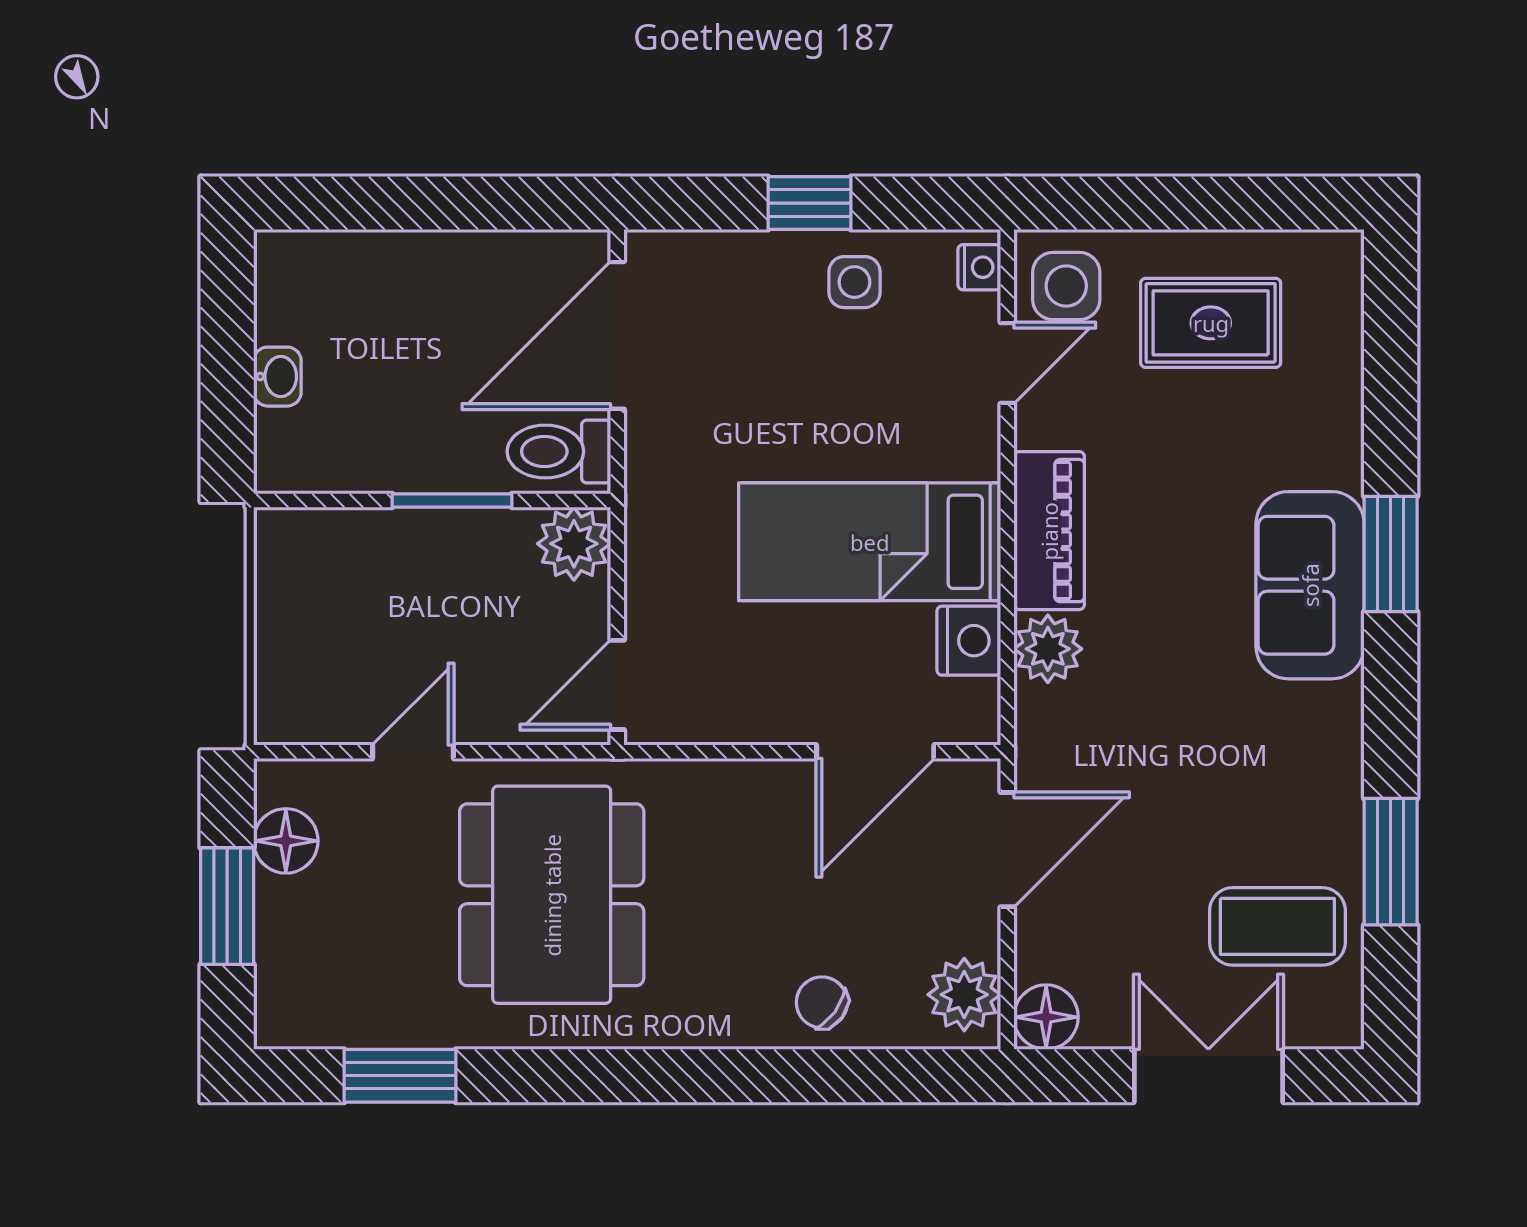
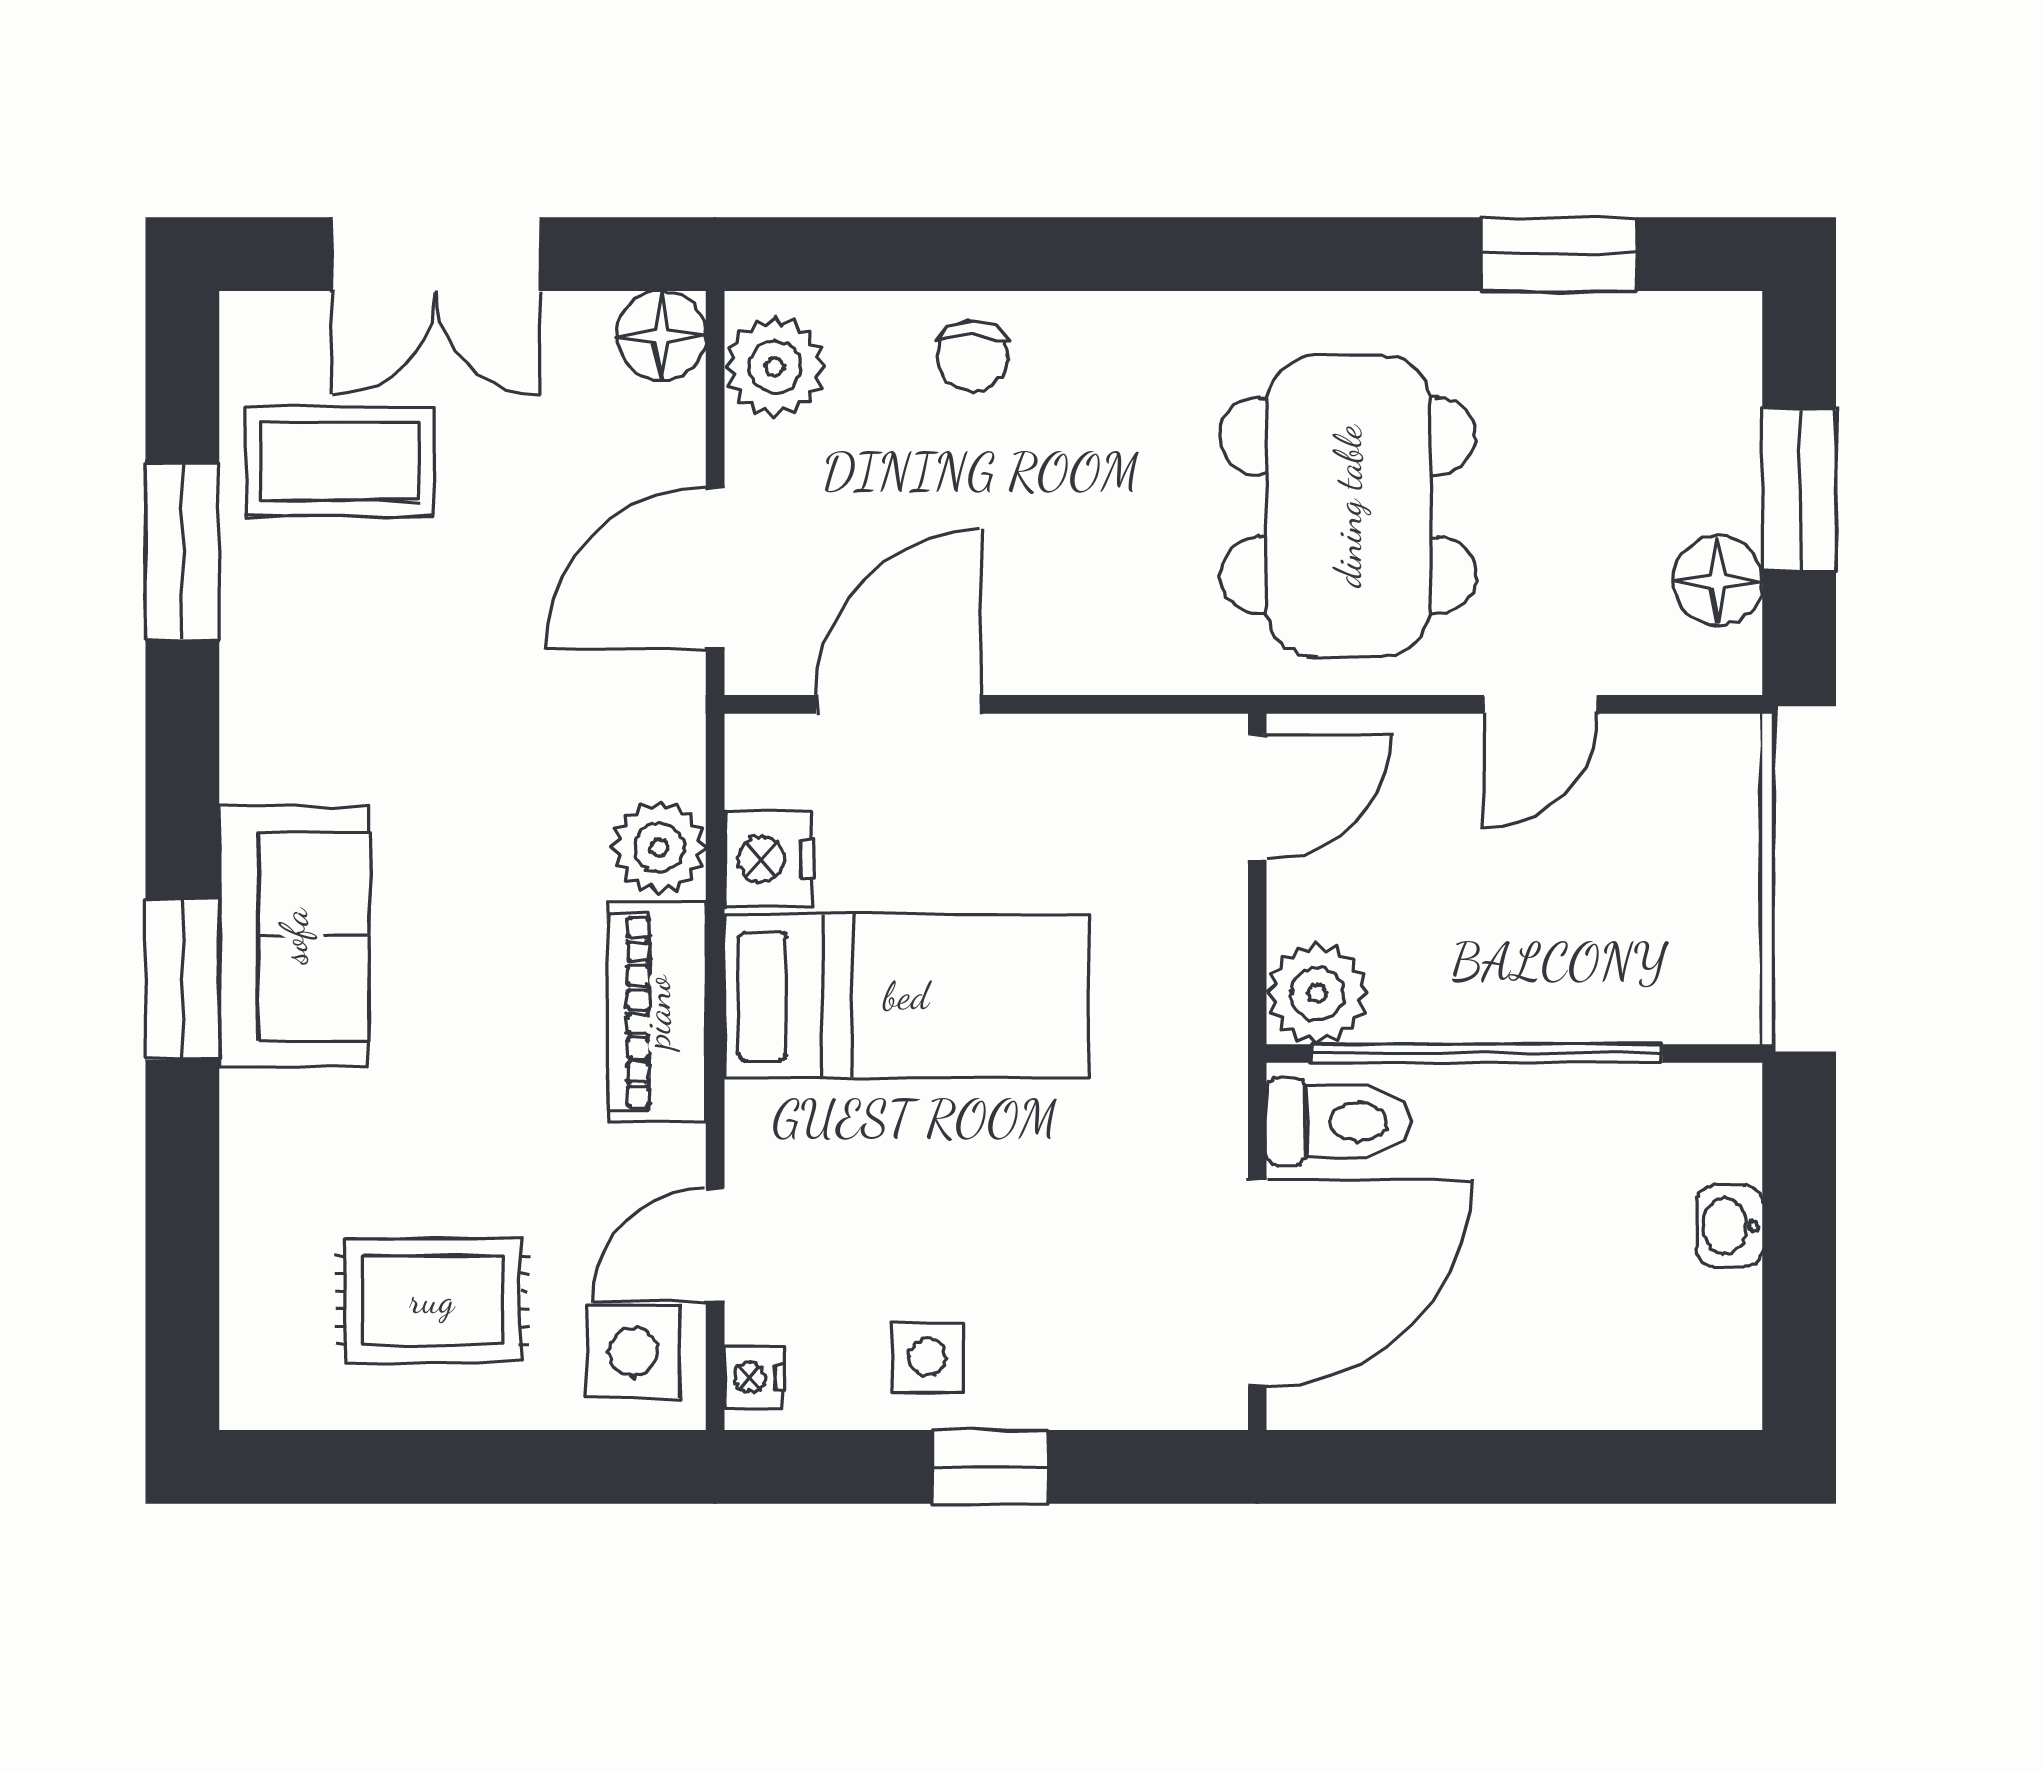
window: (452, 501) -> (1487, 1053), width x2.11
chair: (822, 1002) -> (973, 356), turned 54

